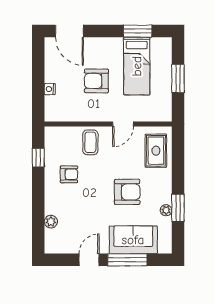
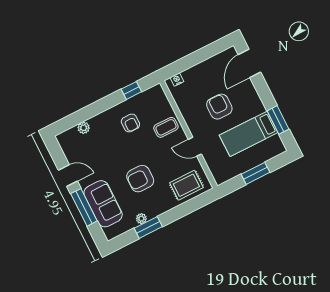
nightstand: (50, 89) -> (177, 80), moved
armchair: (127, 192) -> (140, 179), turned 90

